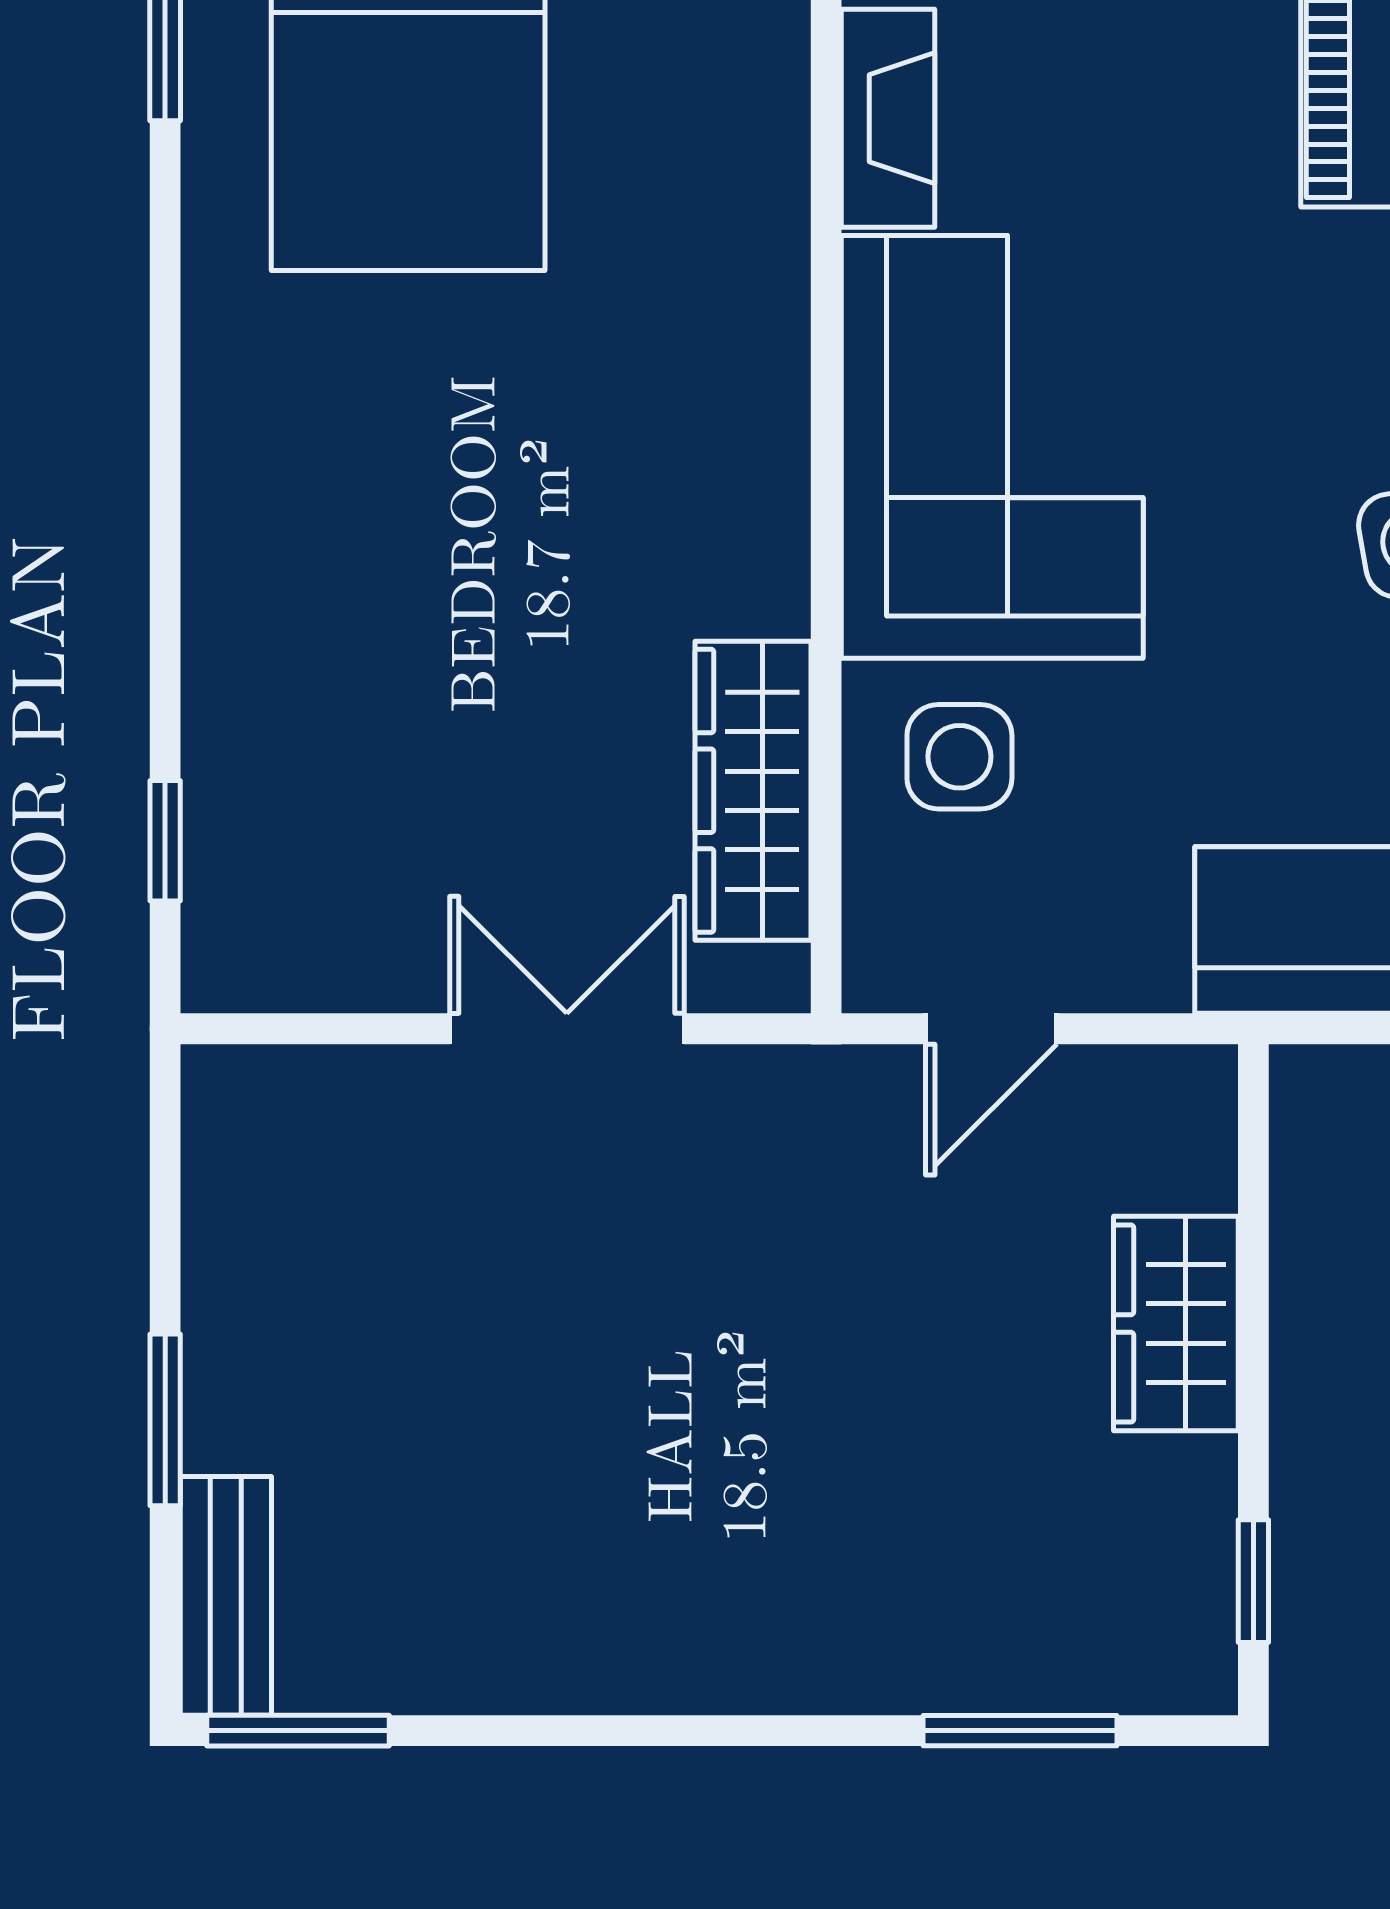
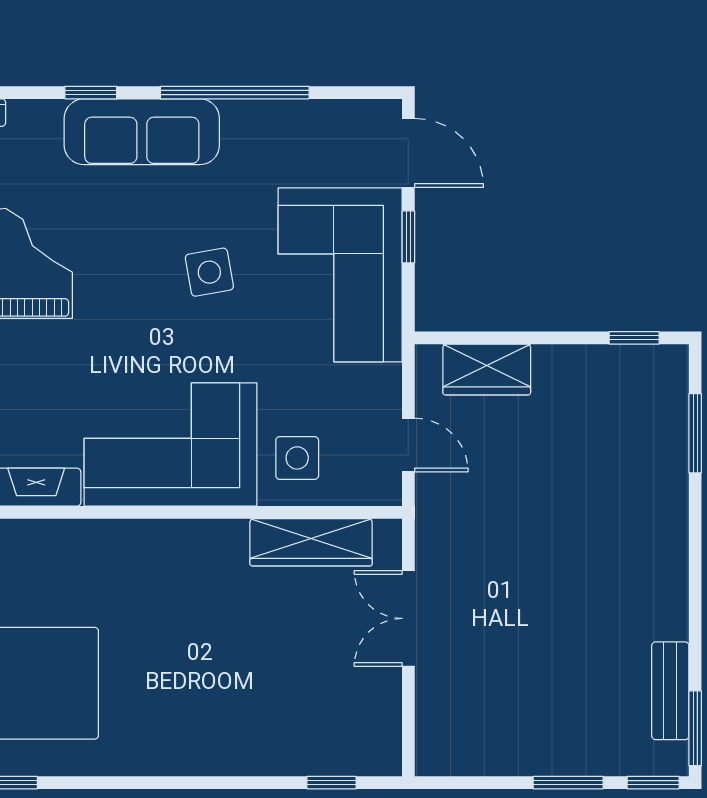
wardrobe: (1176, 1324) -> (487, 369), moved
bench: (226, 1596) -> (670, 691), moved, turned 90
window: (165, 1628) -> (653, 783), added

